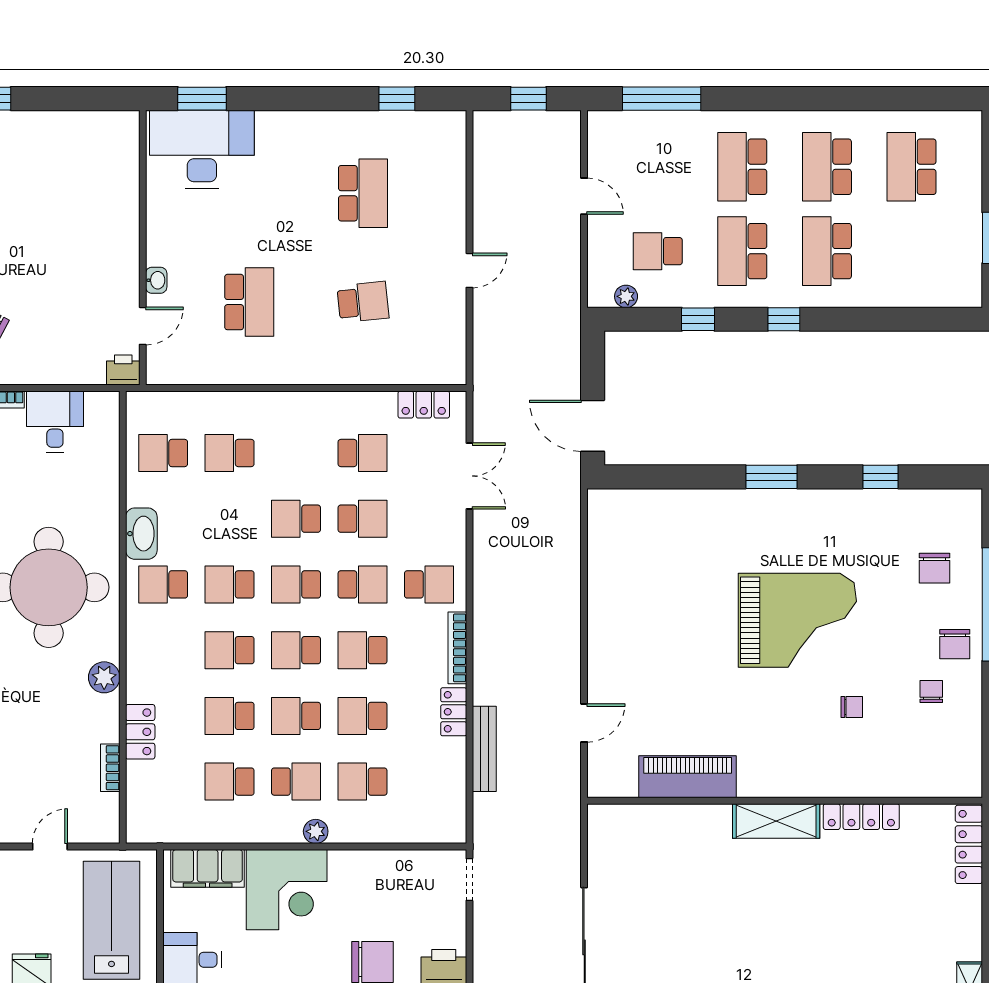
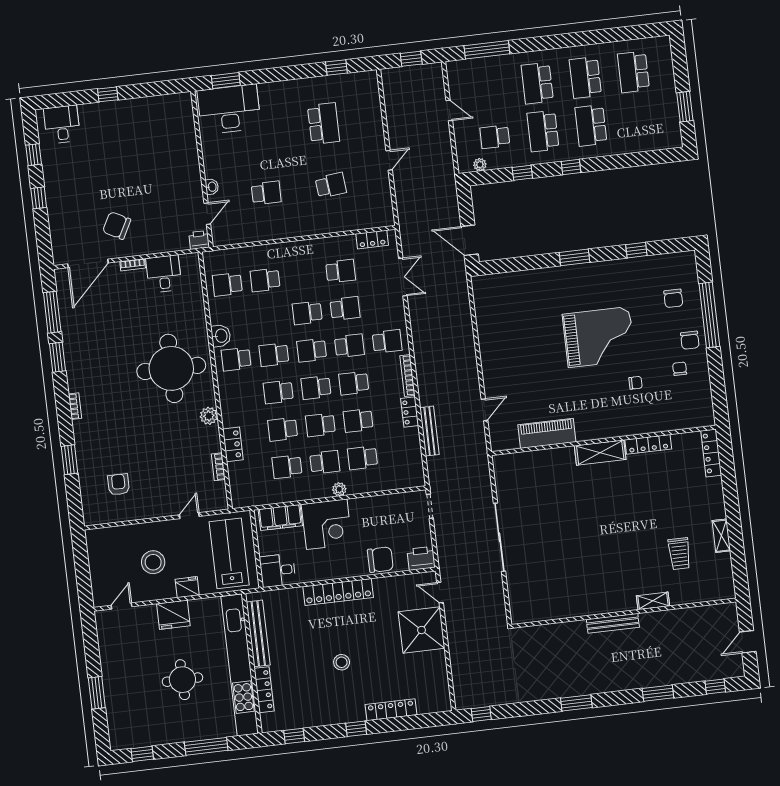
school desk: (249, 302) -> (266, 193), width x0.54
washbasin: (141, 534) -> (221, 336), width x0.72

